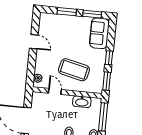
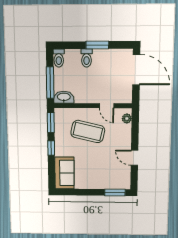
window: (67, 12) -> (115, 192), moved
window: (92, 14) -> (74, 192), removed
washbasin: (82, 102) -> (64, 97), moved

